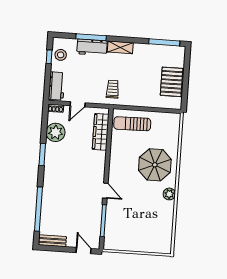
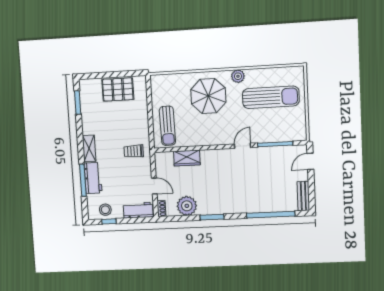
window: (164, 42) -> (78, 103), width x0.69
wardrobe: (101, 132) -> (187, 158), width x0.67
sun lounger: (146, 221) -> (271, 97), added

